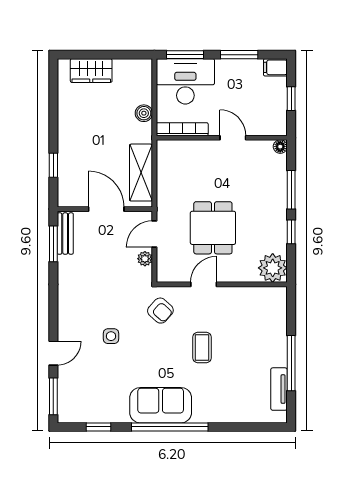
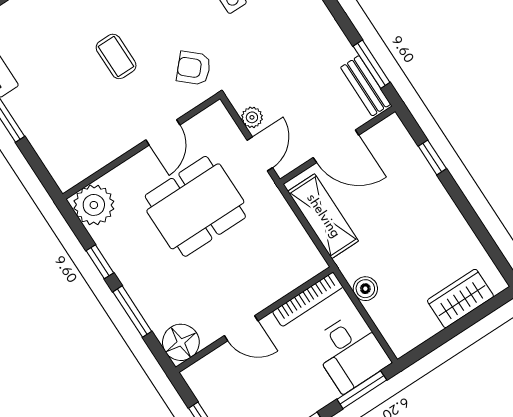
desk: (185, 81) -> (350, 352), width x0.73
floor lamp: (280, 147) -> (181, 342), width x1.89, depth x1.89
dining table: (213, 228) -> (195, 206), width x1.38

